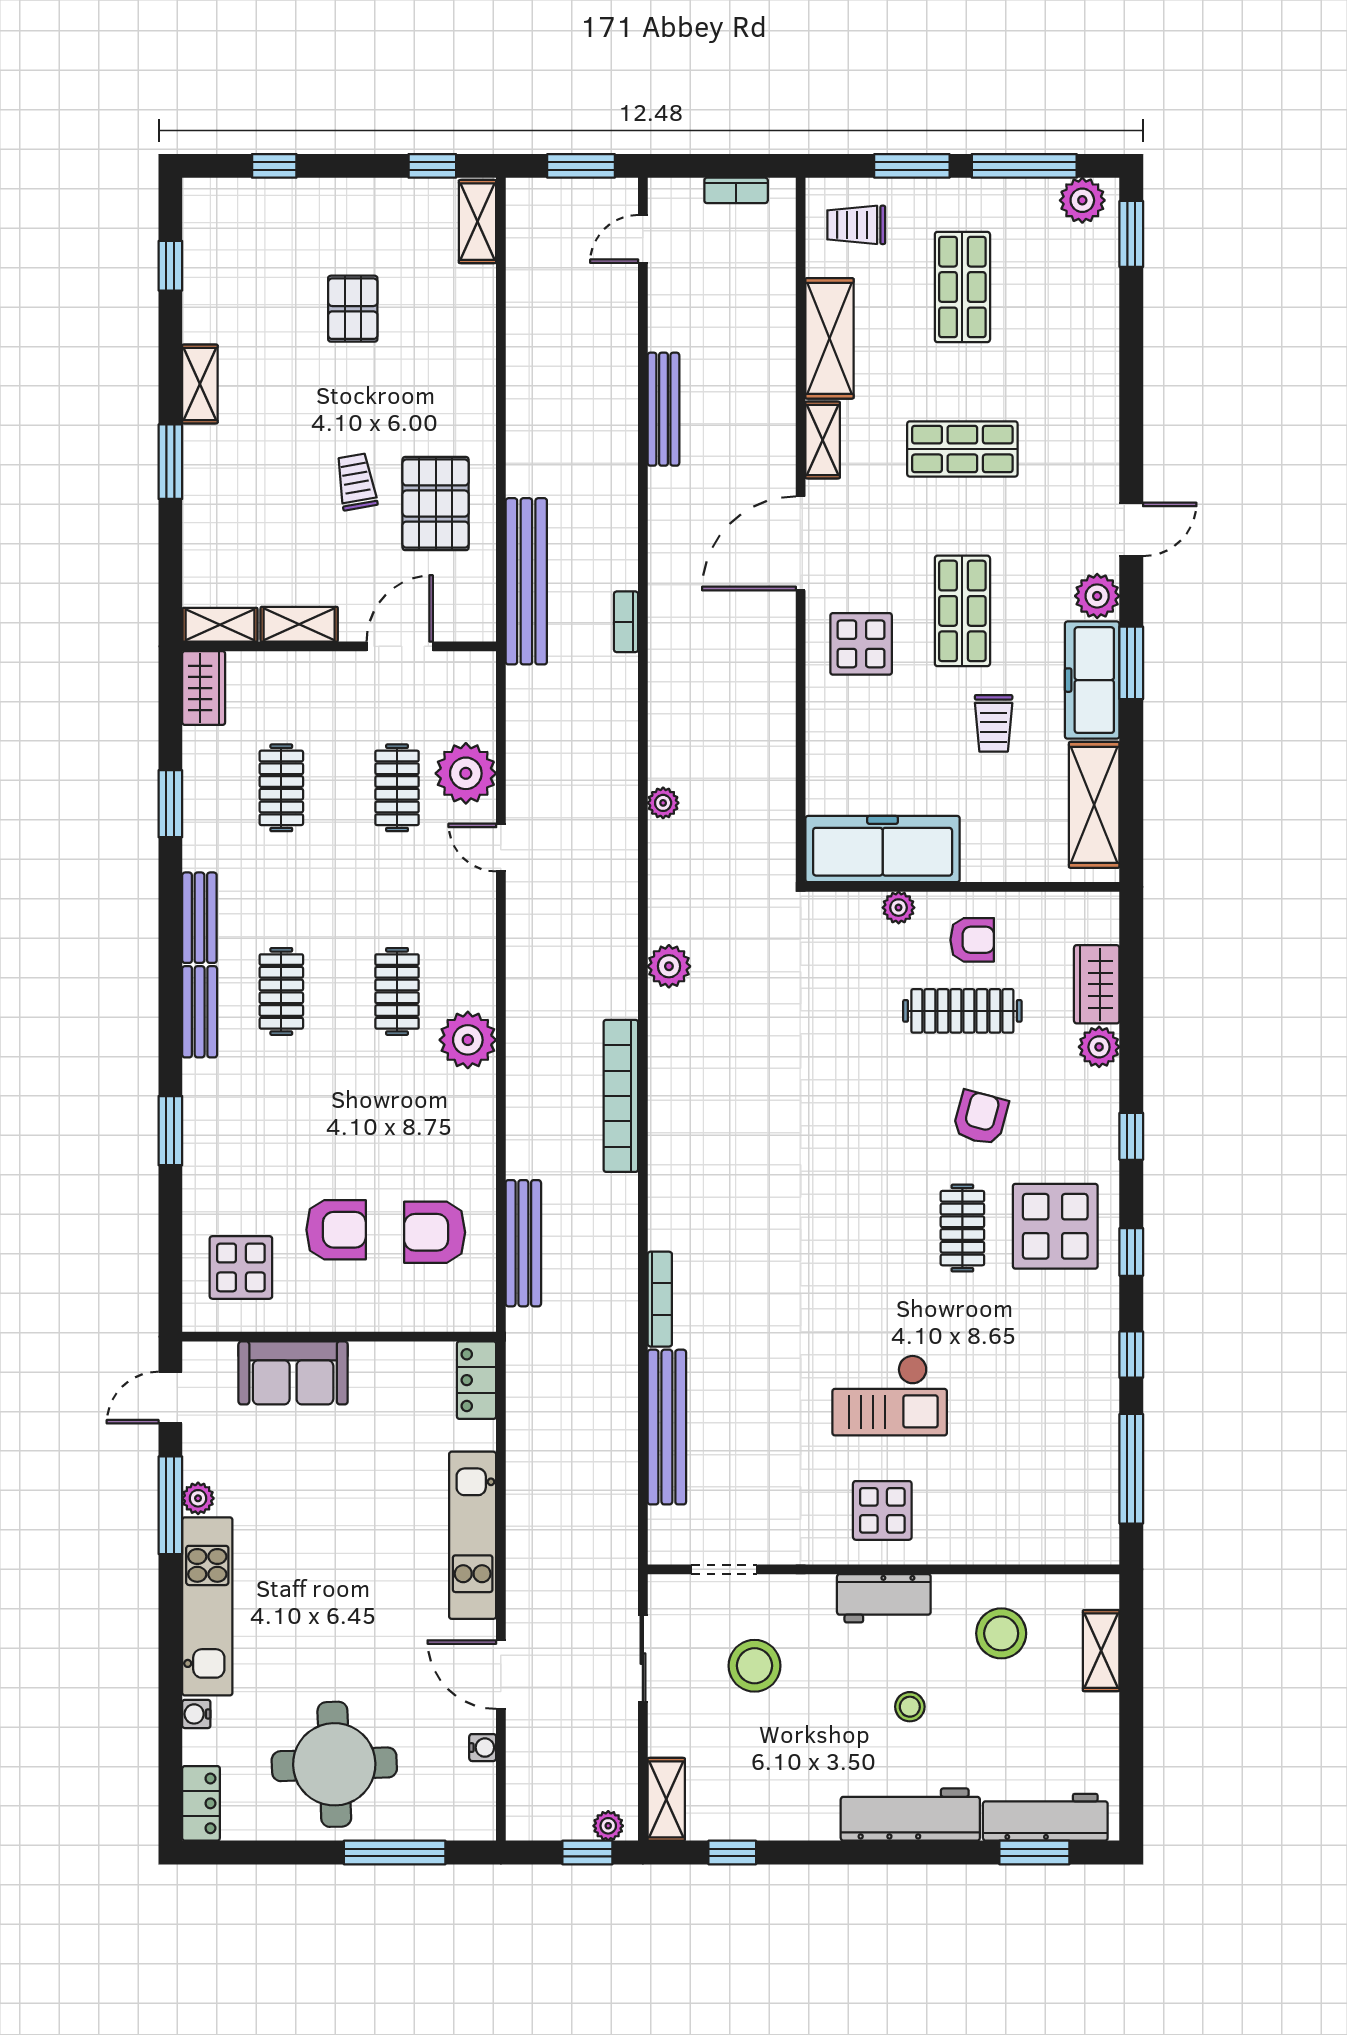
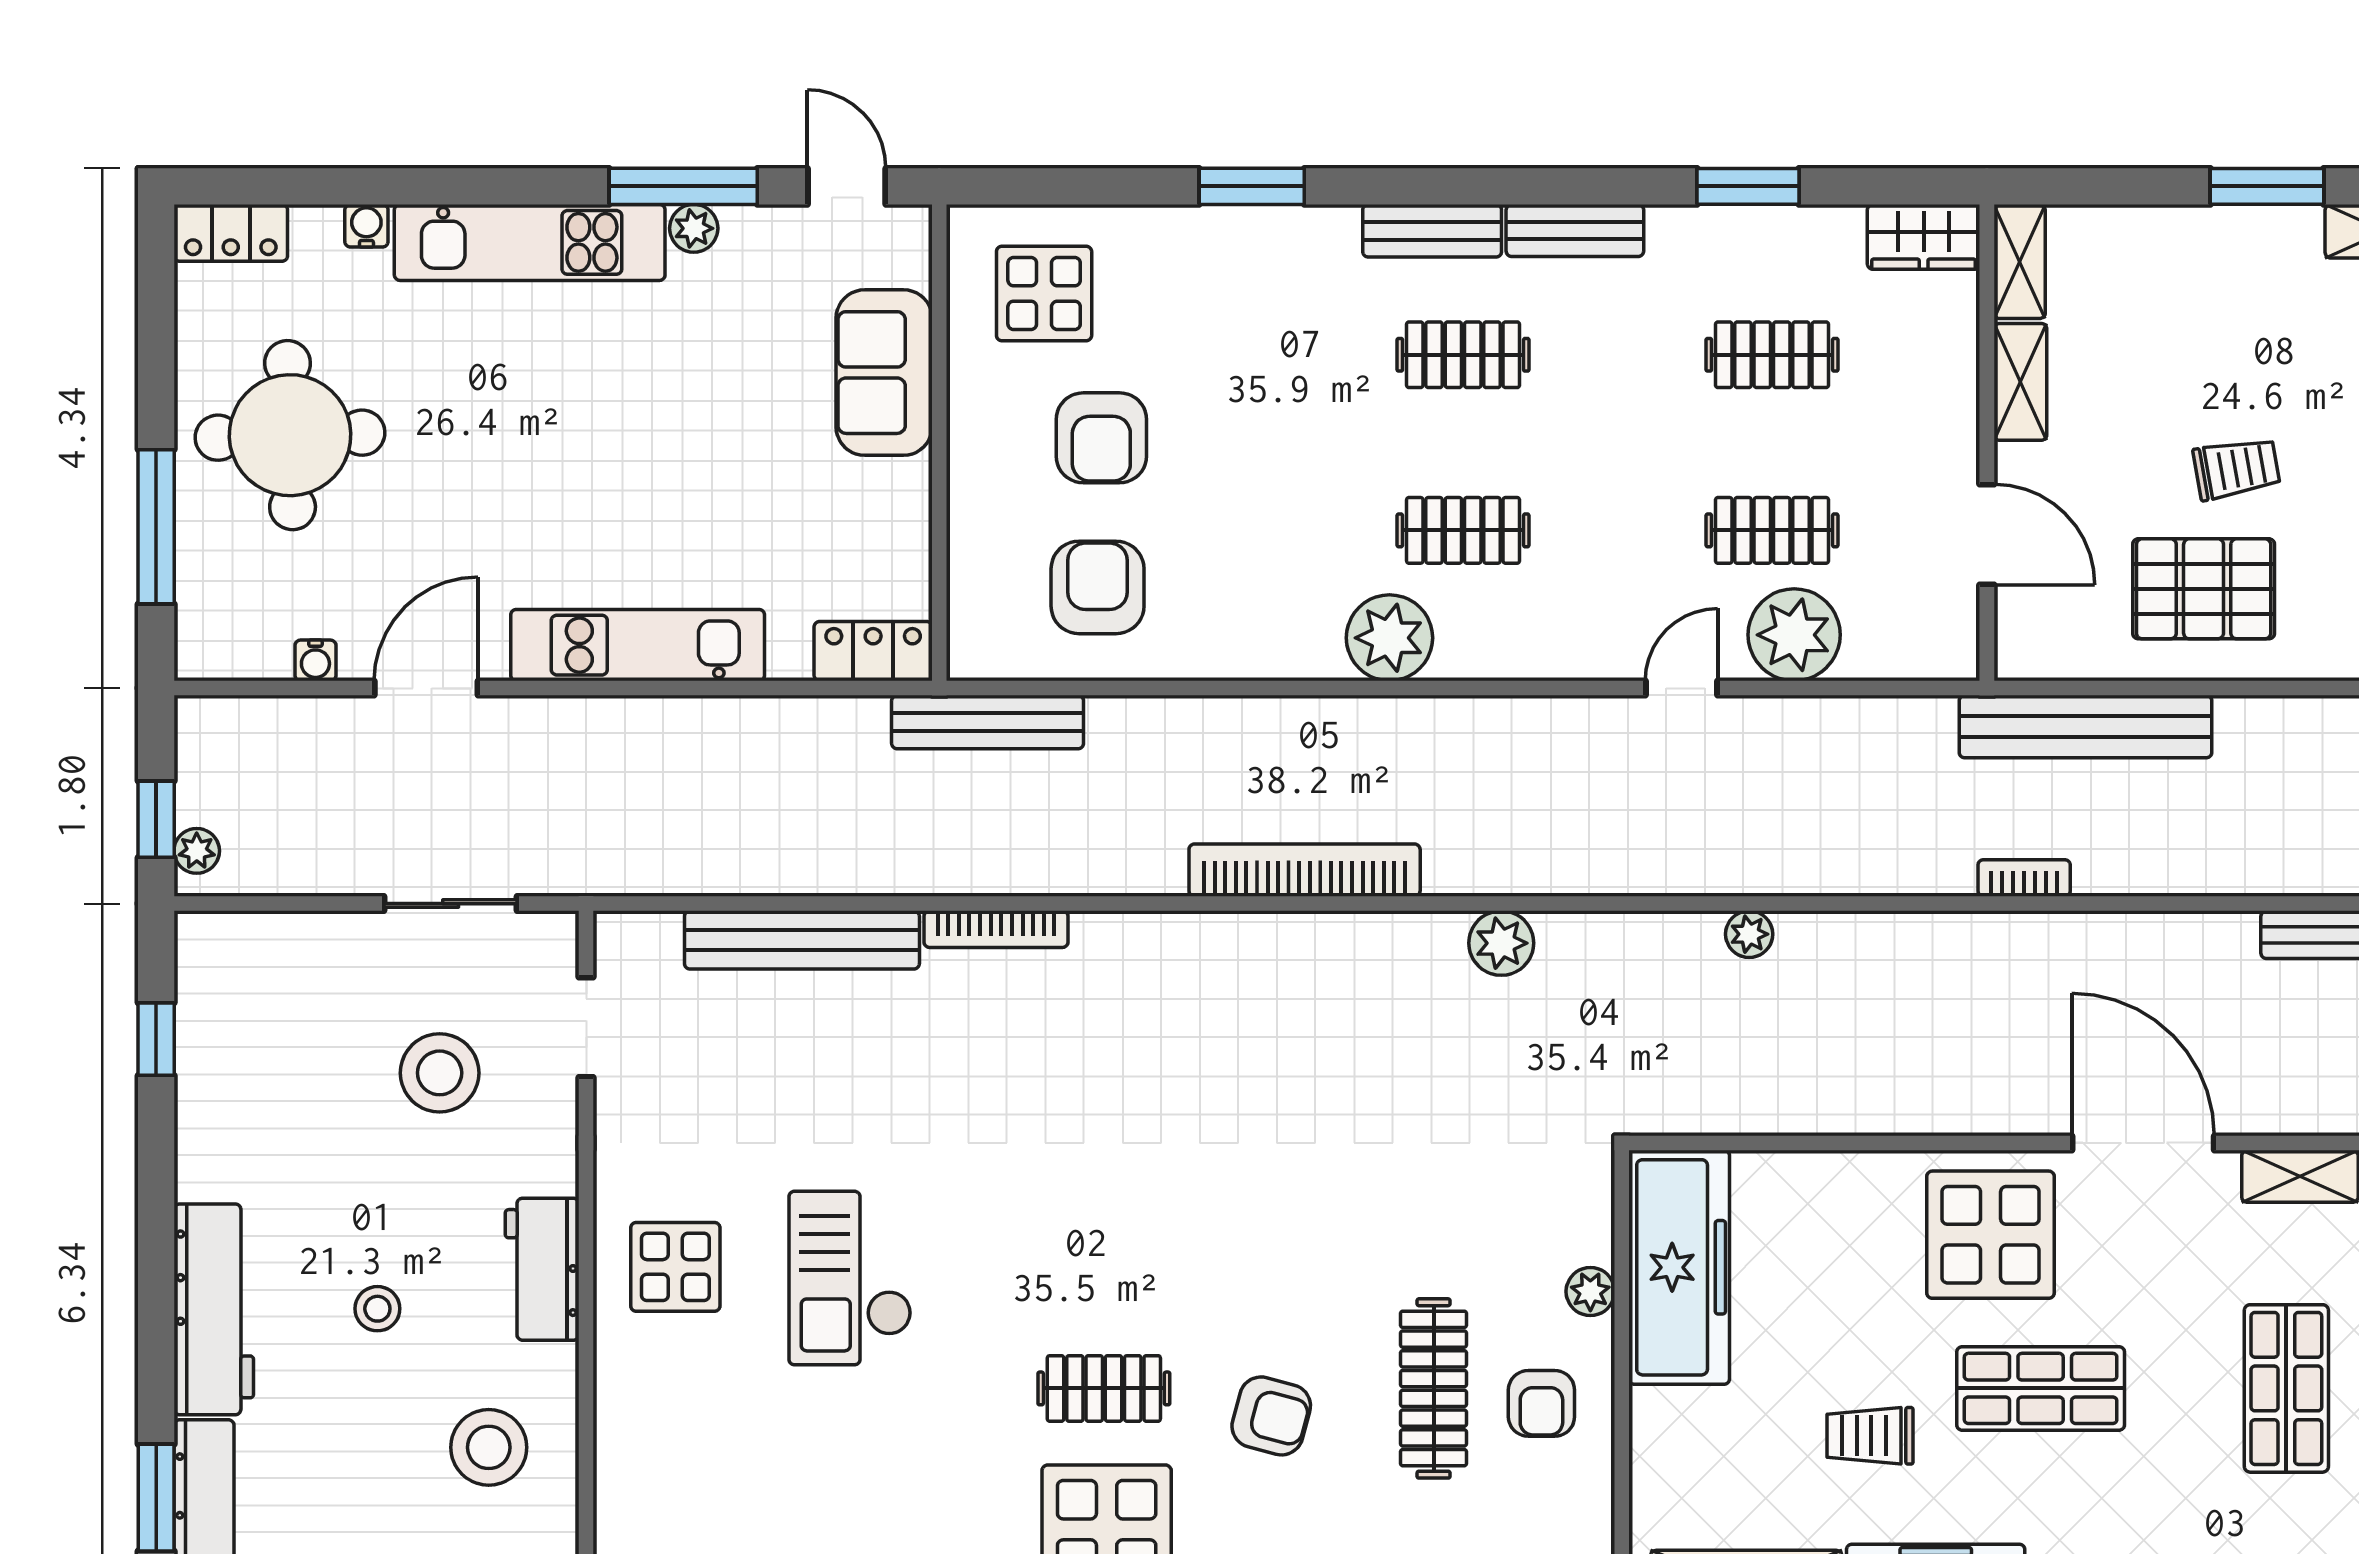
display table: (861, 644) -> (1991, 1235), width x1.36, depth x1.36
bench: (523, 1243) -> (988, 722), moved
shelving: (666, 1799) -> (237, 939), removed

